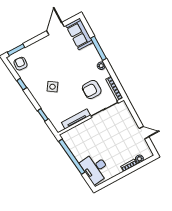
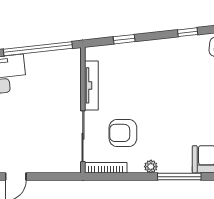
side table: (53, 87) -> (159, 76), removed
armchair: (92, 89) -> (123, 133), turned -90

